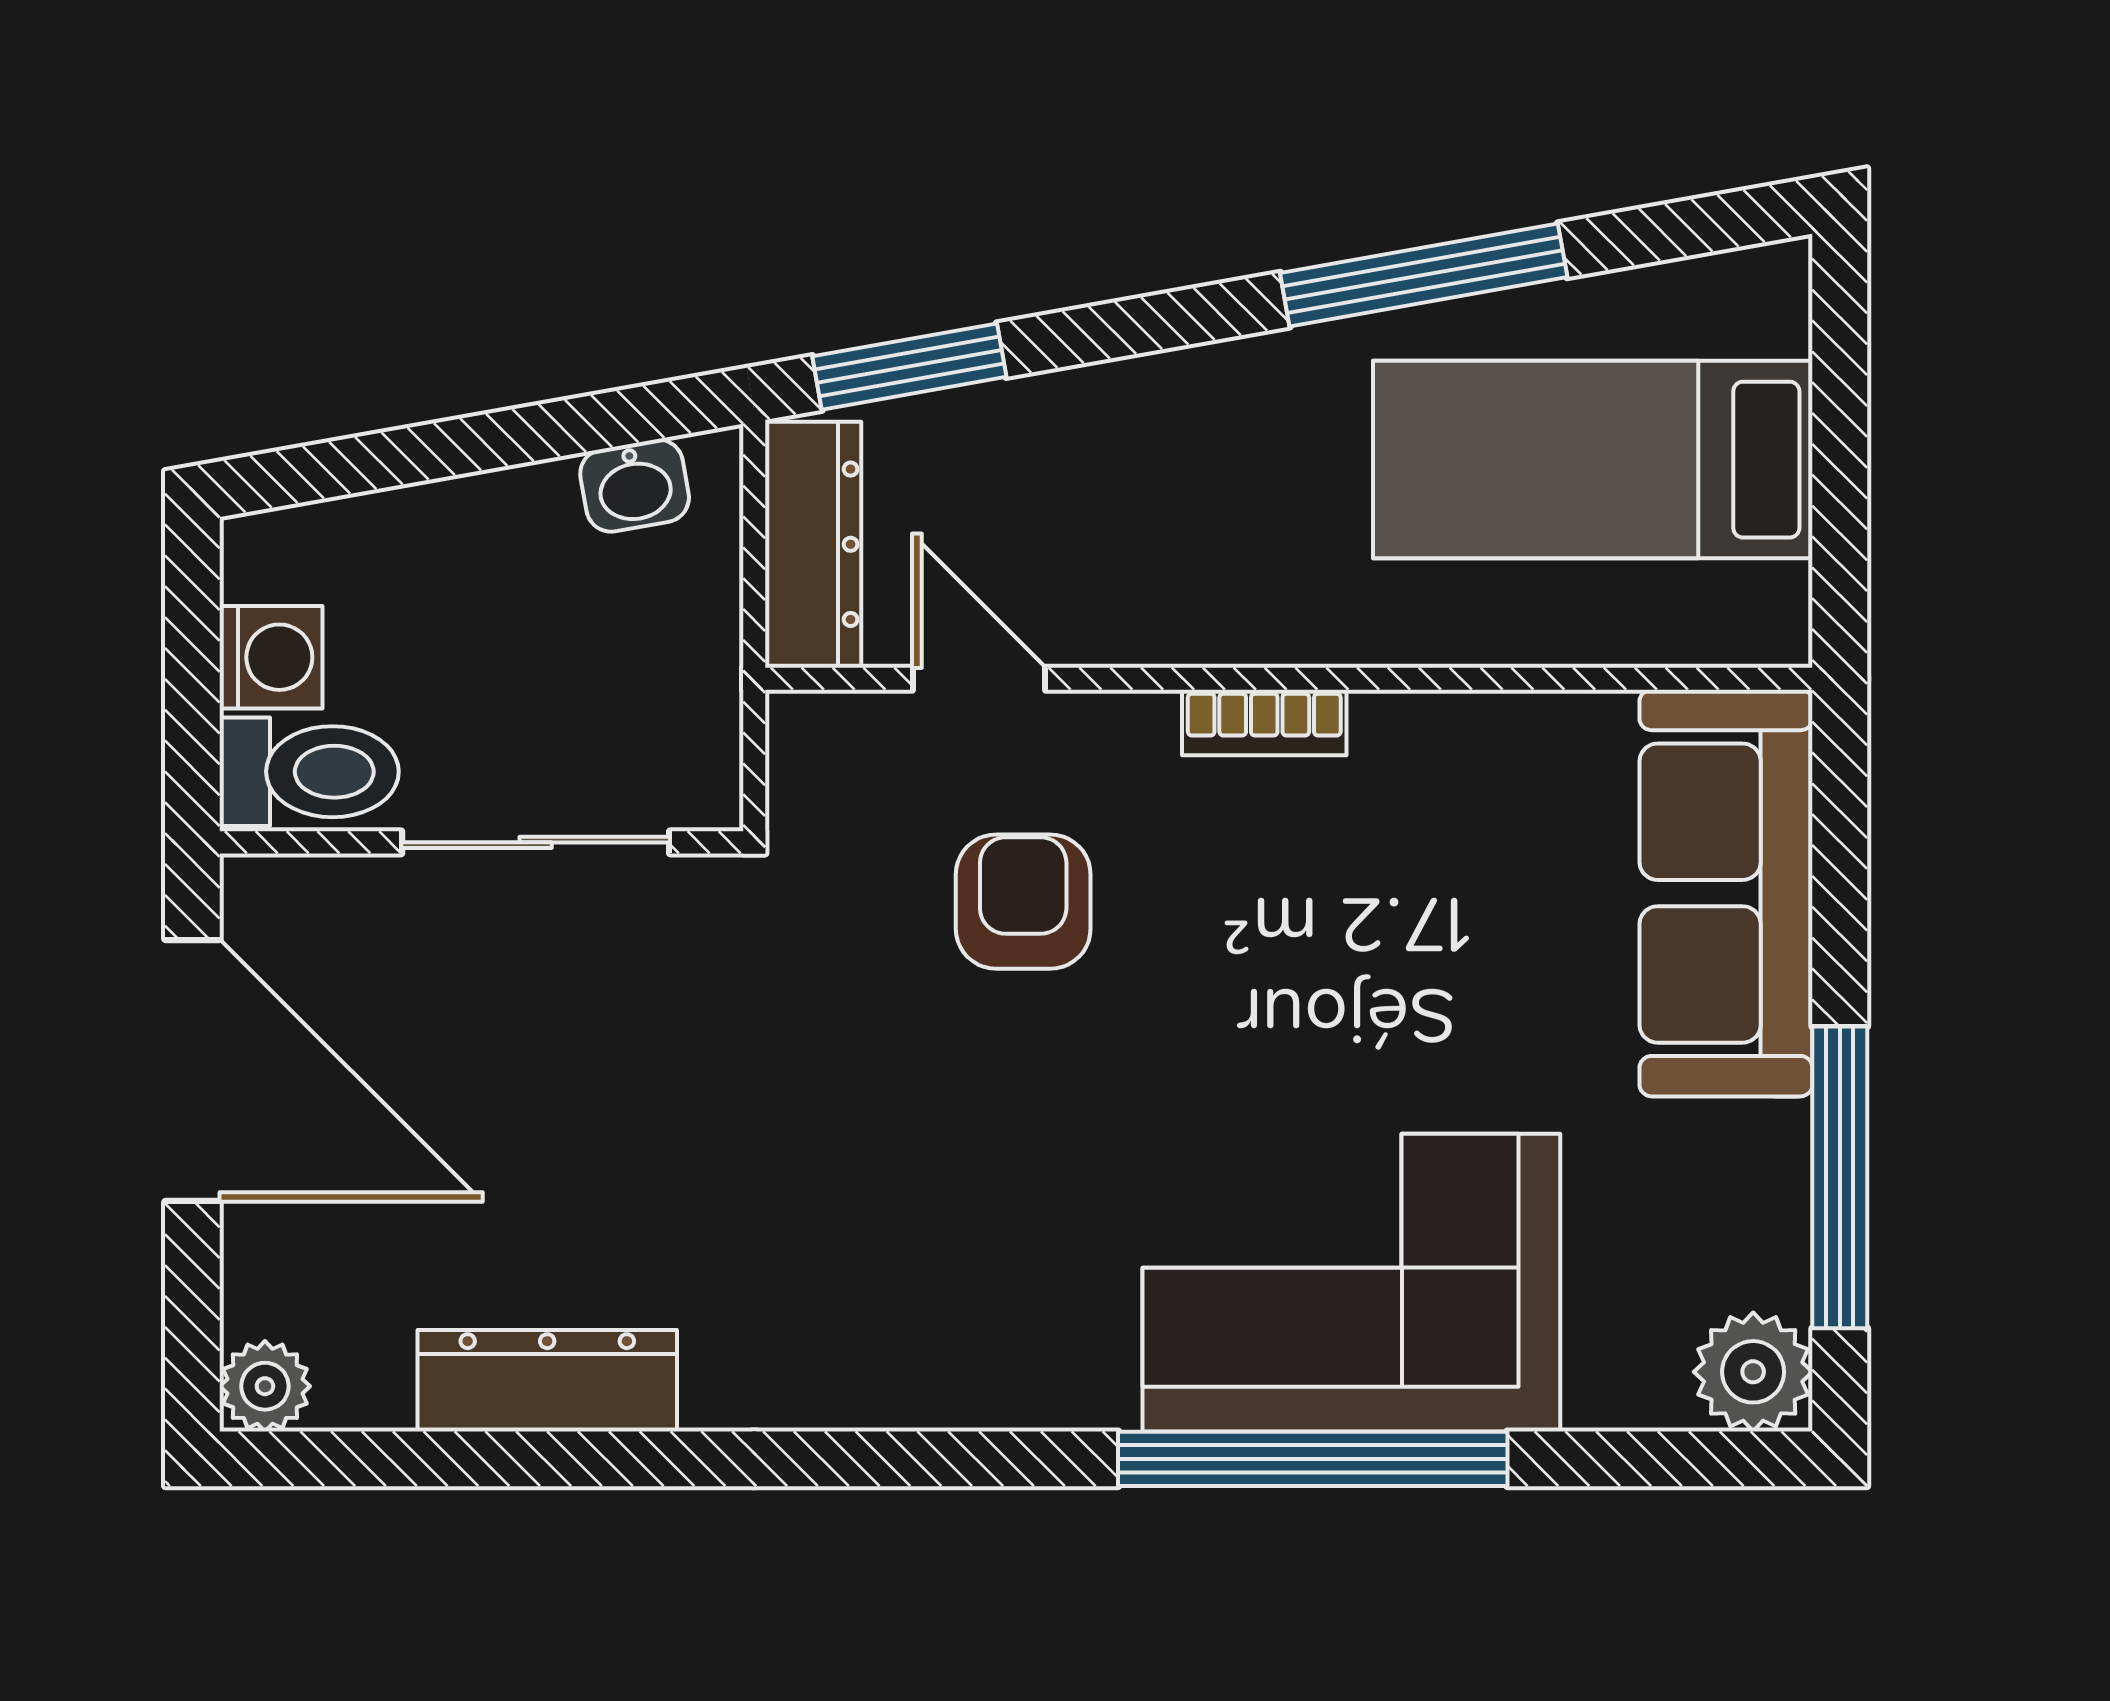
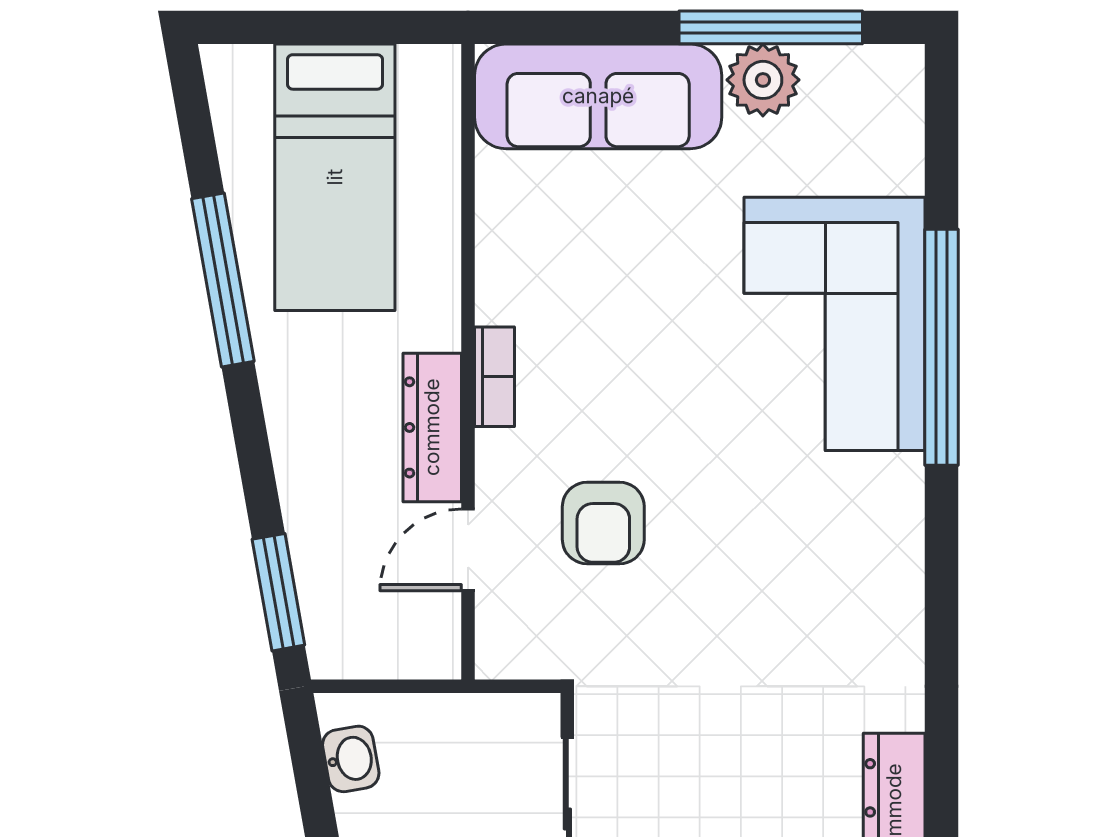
dresser: (813, 544) -> (432, 427), moved, turned -90
armchair: (1023, 902) -> (603, 523), turned -90
plant: (1753, 1372) -> (763, 80), moved

